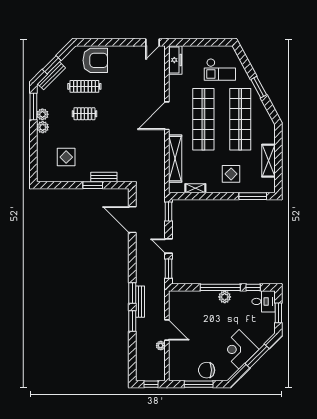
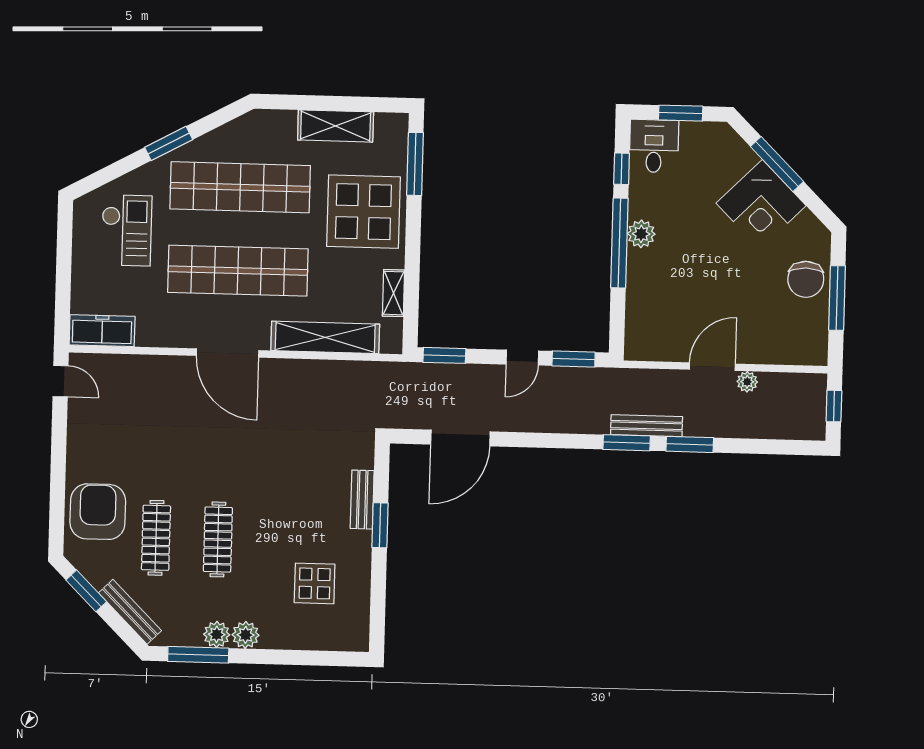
window: (52, 65) -> (86, 591), moved
clothes rail: (84, 114) -> (218, 539), width x1.36
display table: (231, 174) -> (363, 212), width x1.86, depth x1.86

